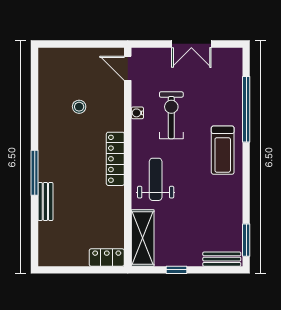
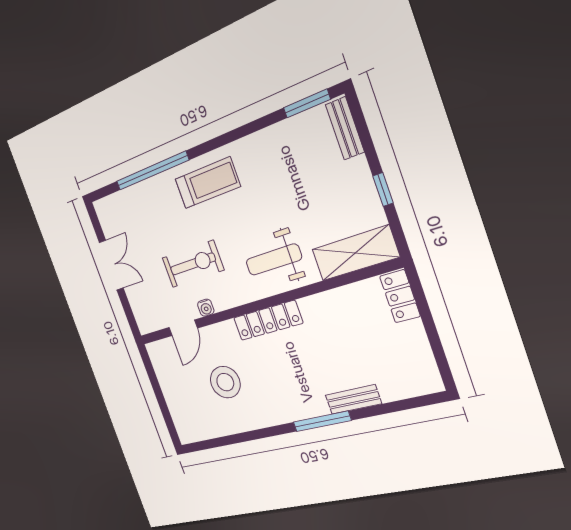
door: (128, 68) -> (183, 328), moved
stool: (79, 107) -> (225, 382), width x1.89, depth x1.89
exercise bike: (171, 115) -> (193, 264), turned 180

